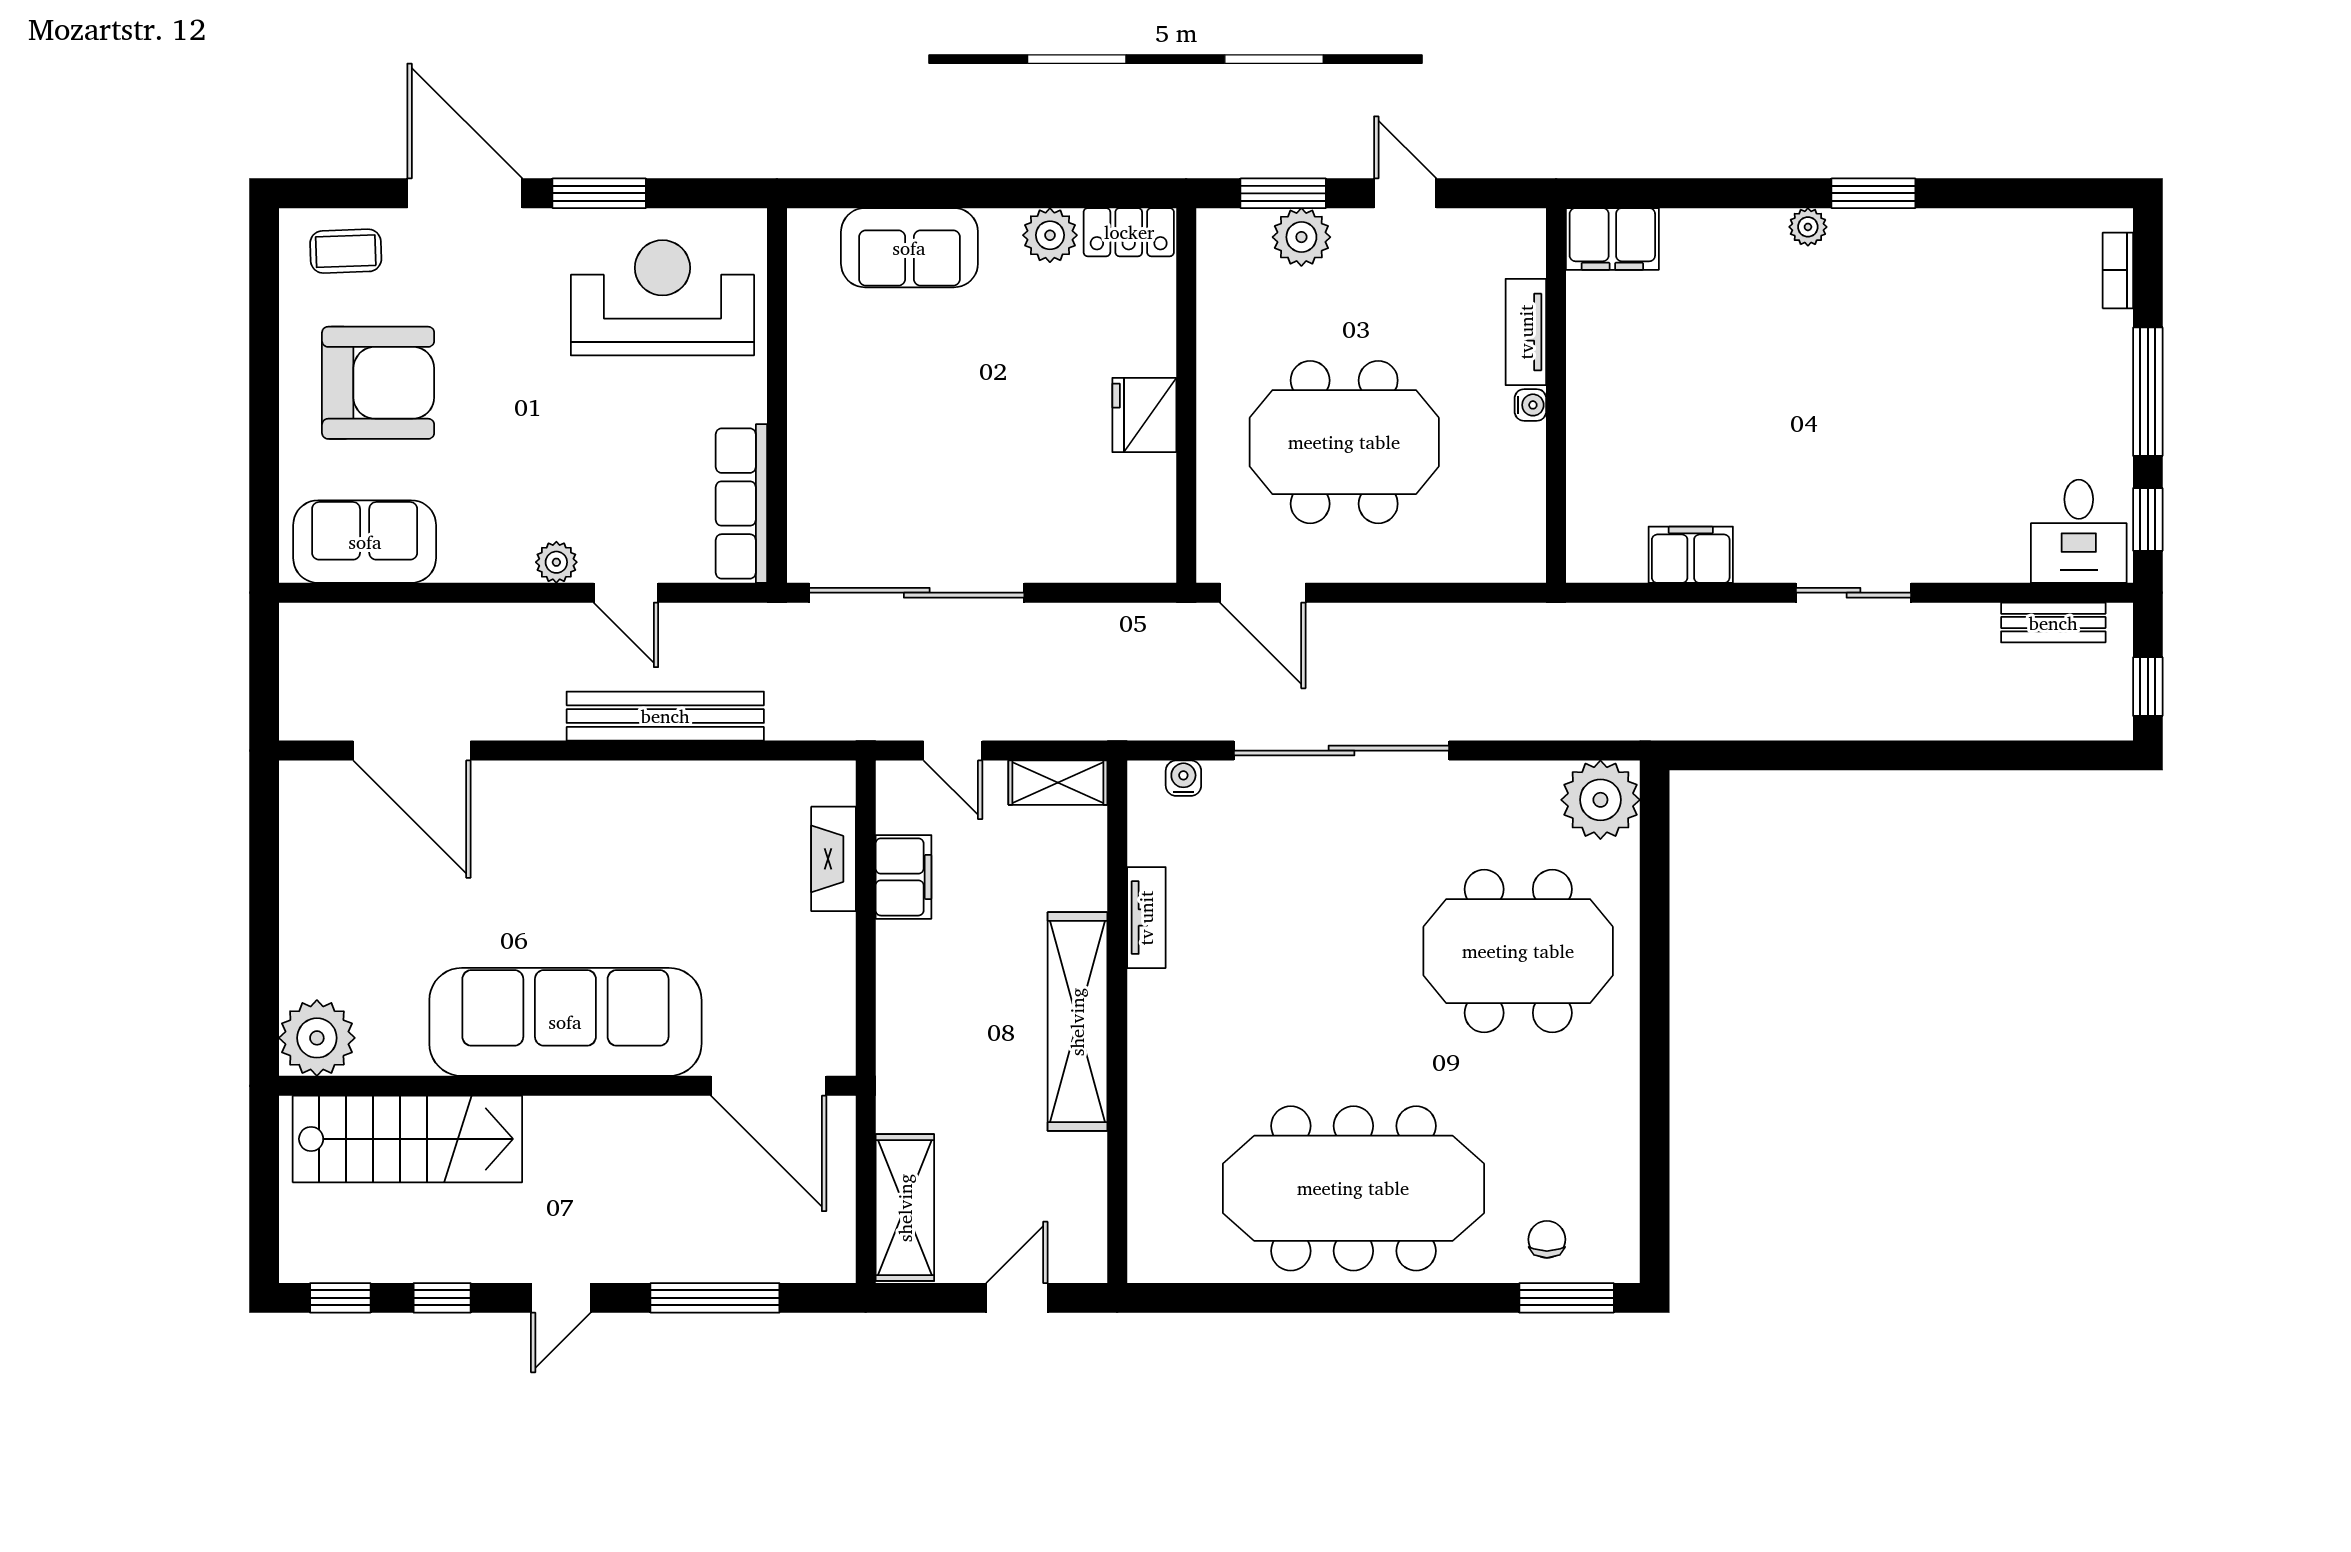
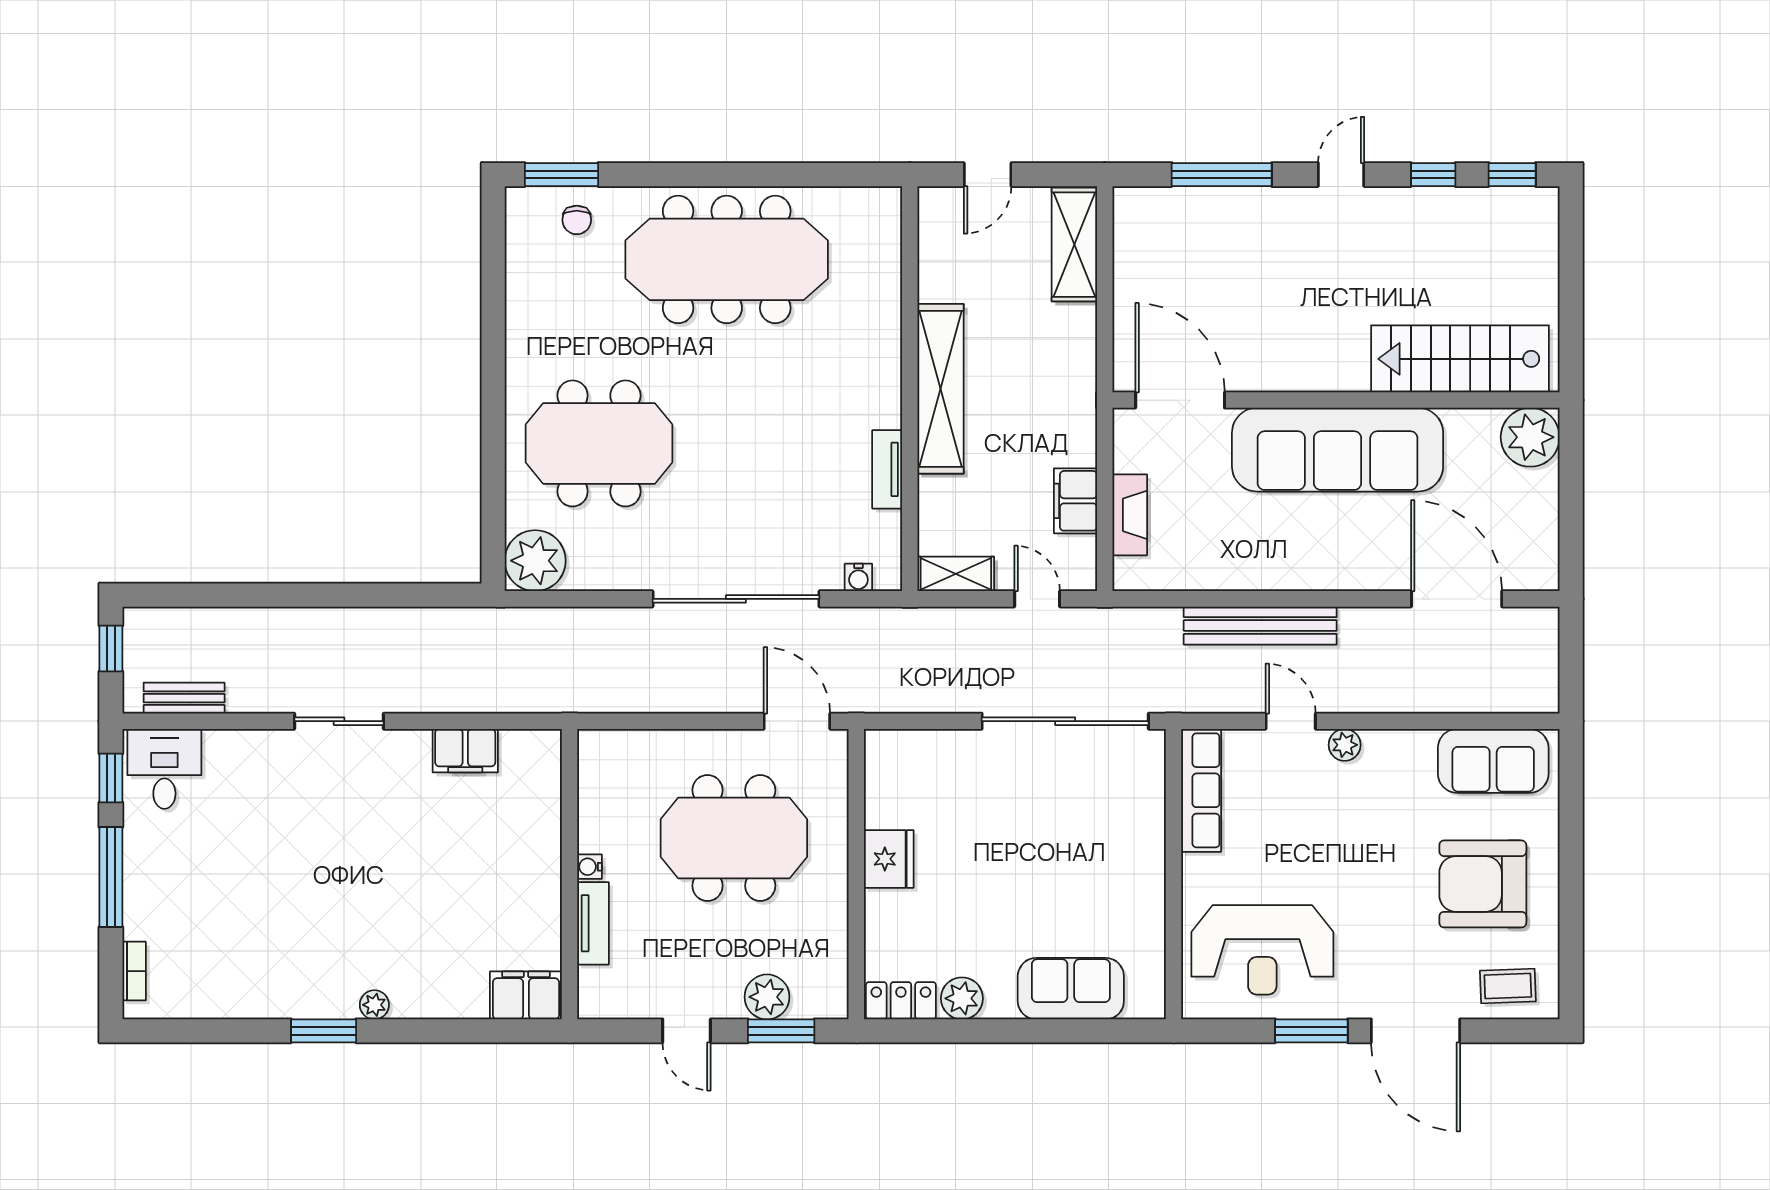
sofa: (565, 1022) -> (1338, 450), moved
plant: (317, 1038) -> (1530, 437), moved
wall: (567, 1086) -> (1336, 400), moved
door: (769, 1086) -> (1180, 400), moved
stairs: (407, 1139) -> (1460, 359), moved

